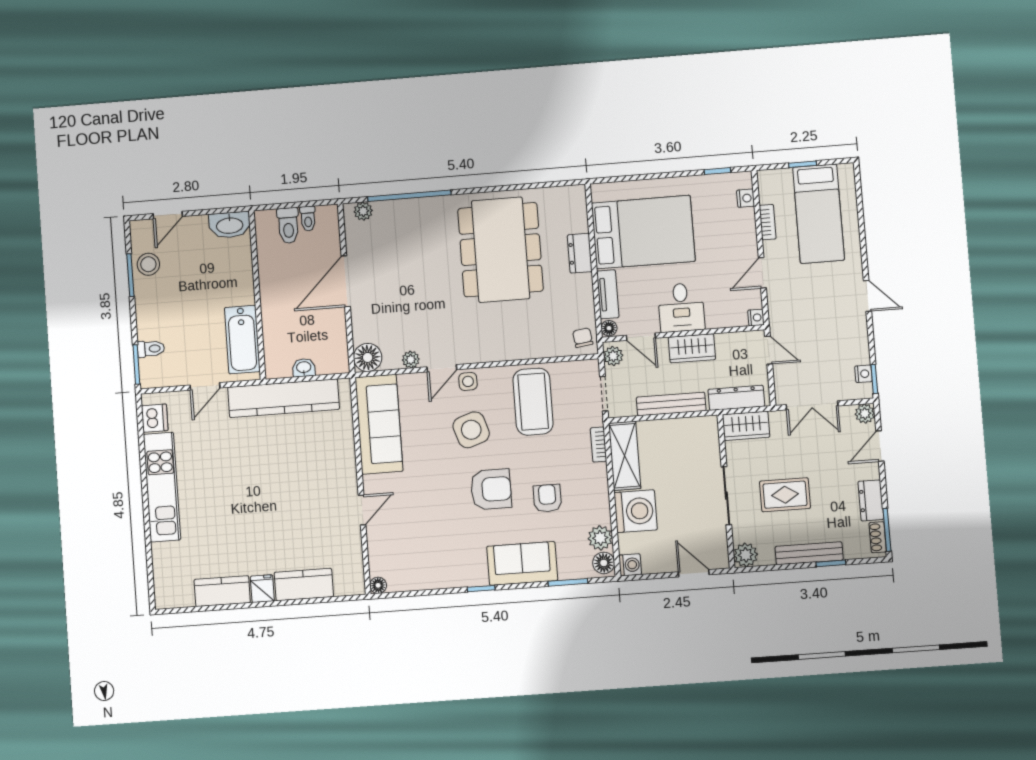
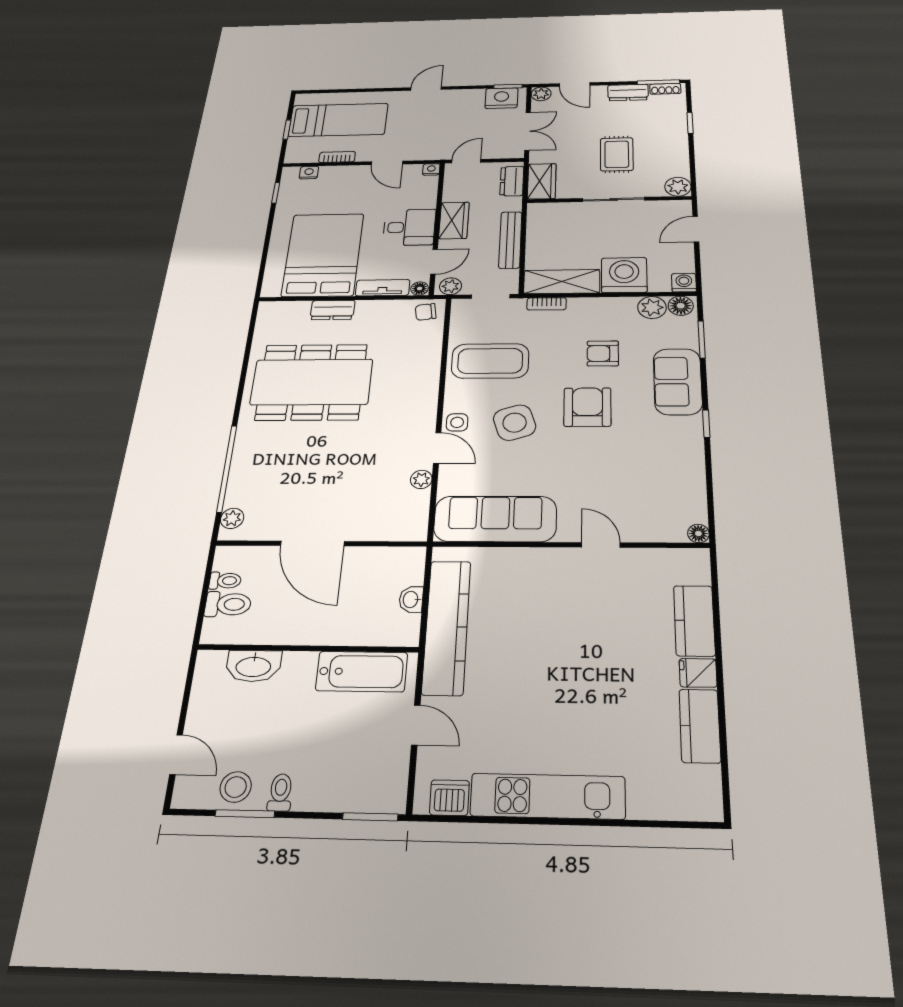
washbasin: (230, 225) -> (253, 666), moved, turned 90
toilet: (151, 349) -> (280, 792), moved
floor lamp: (368, 357) -> (411, 526), removed
nightstand: (863, 374) -> (501, 98), width x1.89, depth x1.79
dresser: (736, 398) -> (512, 181), width x0.70
bench: (809, 553) -> (679, 138), removed

